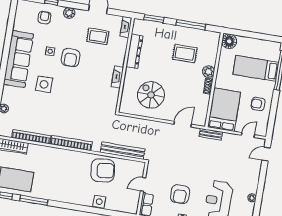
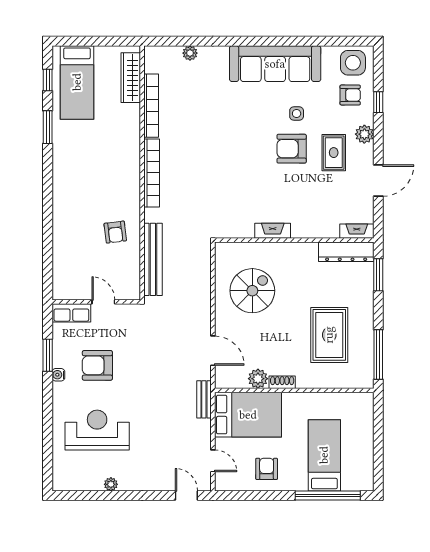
window: (191, 25) -> (378, 355), moved
rug: (98, 36) -> (334, 153), moved
floor lamp: (229, 41) -> (361, 404), removed
dresser: (134, 51) -> (346, 252), moved
rug: (185, 54) -> (329, 335), width x1.36, depth x1.43
plant: (209, 72) -> (258, 379), moved
side table: (44, 84) -> (353, 63), moved
armchair: (103, 170) -> (115, 232), width x0.53, depth x0.53
window: (34, 200) -> (48, 127), width x0.69
side table: (99, 202) -> (63, 235), removed

